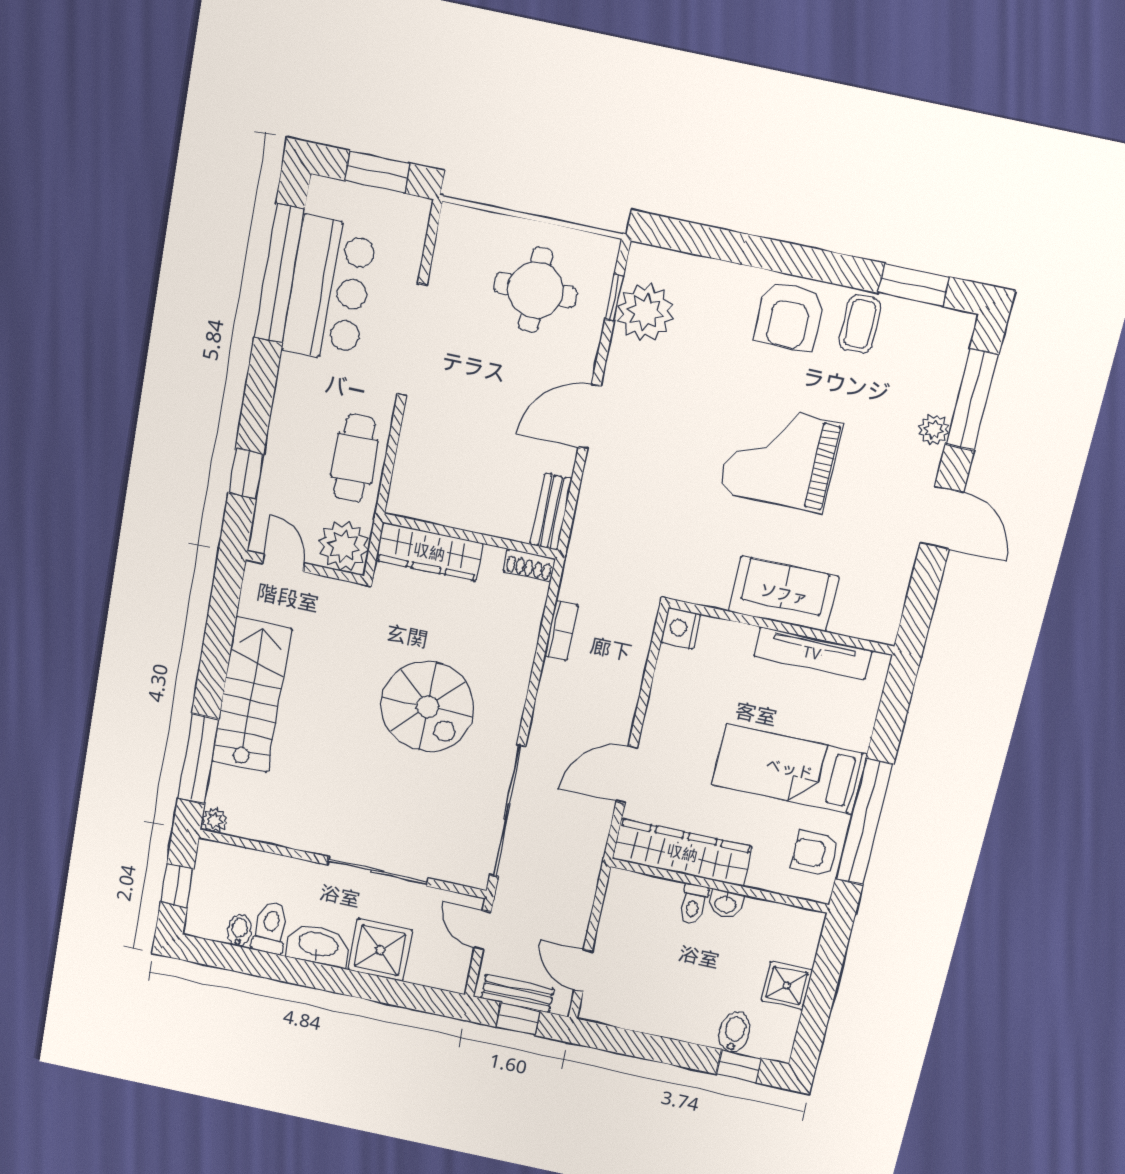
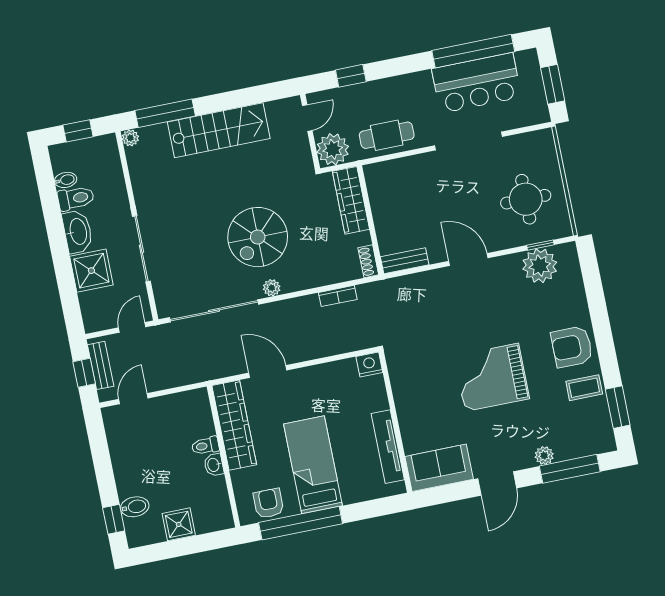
grand piano: (780, 458) -> (492, 377), turned -90
sofa: (784, 594) -> (439, 468), moved, turned -90
plant: (509, 718) -> (272, 288), added

